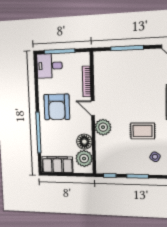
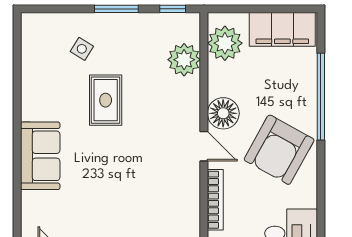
armchair: (57, 107) -> (279, 150), turned -151
plant: (103, 127) -> (184, 60), moved
rug: (143, 131) -> (106, 100), turned 90
floor lamp: (84, 142) -> (223, 113), moved

